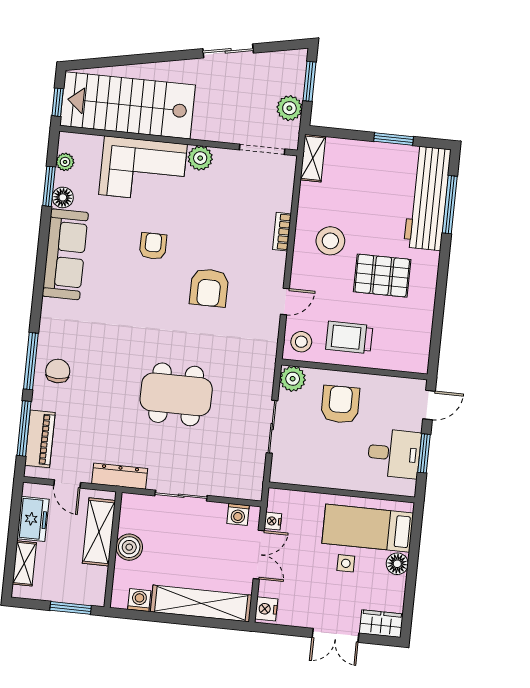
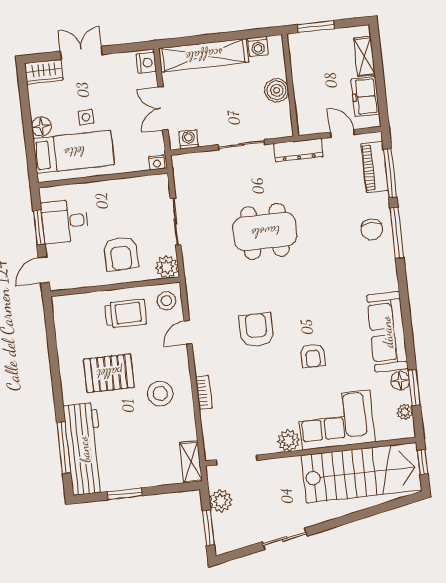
nightstand: (273, 521) -> (157, 162), moved, turned 90
shelving: (99, 532) -> (306, 98), removed

